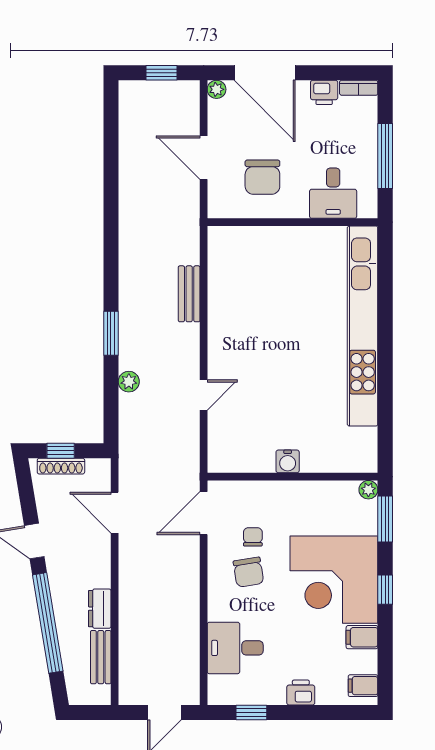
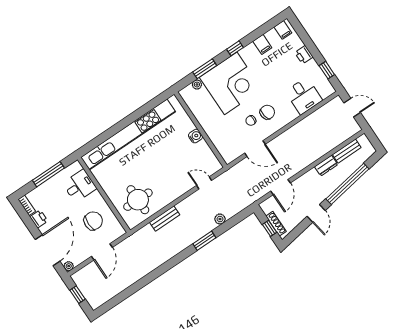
round table: (248, 271) -> (138, 200), added
water cooler: (288, 461) -> (195, 136), moved
wall: (293, 477) -> (201, 130), moved
corner desk: (334, 580) -> (231, 83), moved

